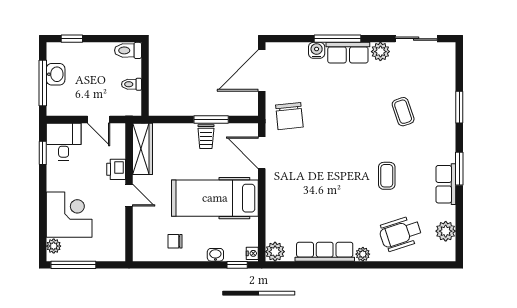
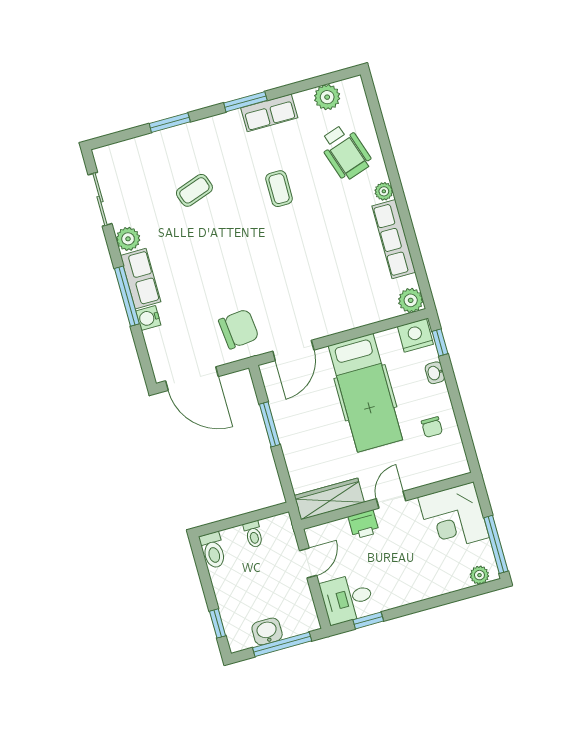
trolley: (206, 137) -> (293, 425), removed
coffee table: (387, 176) -> (279, 189), turned 90
corner desk: (69, 215) -> (453, 517), moved, turned -90
nightstand: (252, 253) -> (415, 335), width x1.89, depth x1.79

